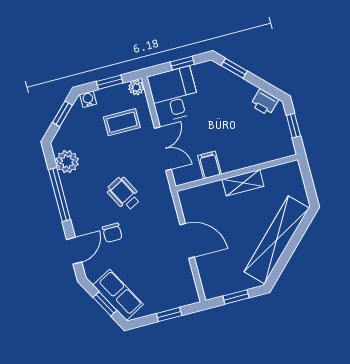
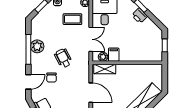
printer: (265, 102) -> (140, 16), moved
plant: (67, 162) -> (37, 46), moved
plant: (192, 173) -> (103, 57), added
shelving: (243, 183) -> (105, 69), moved

